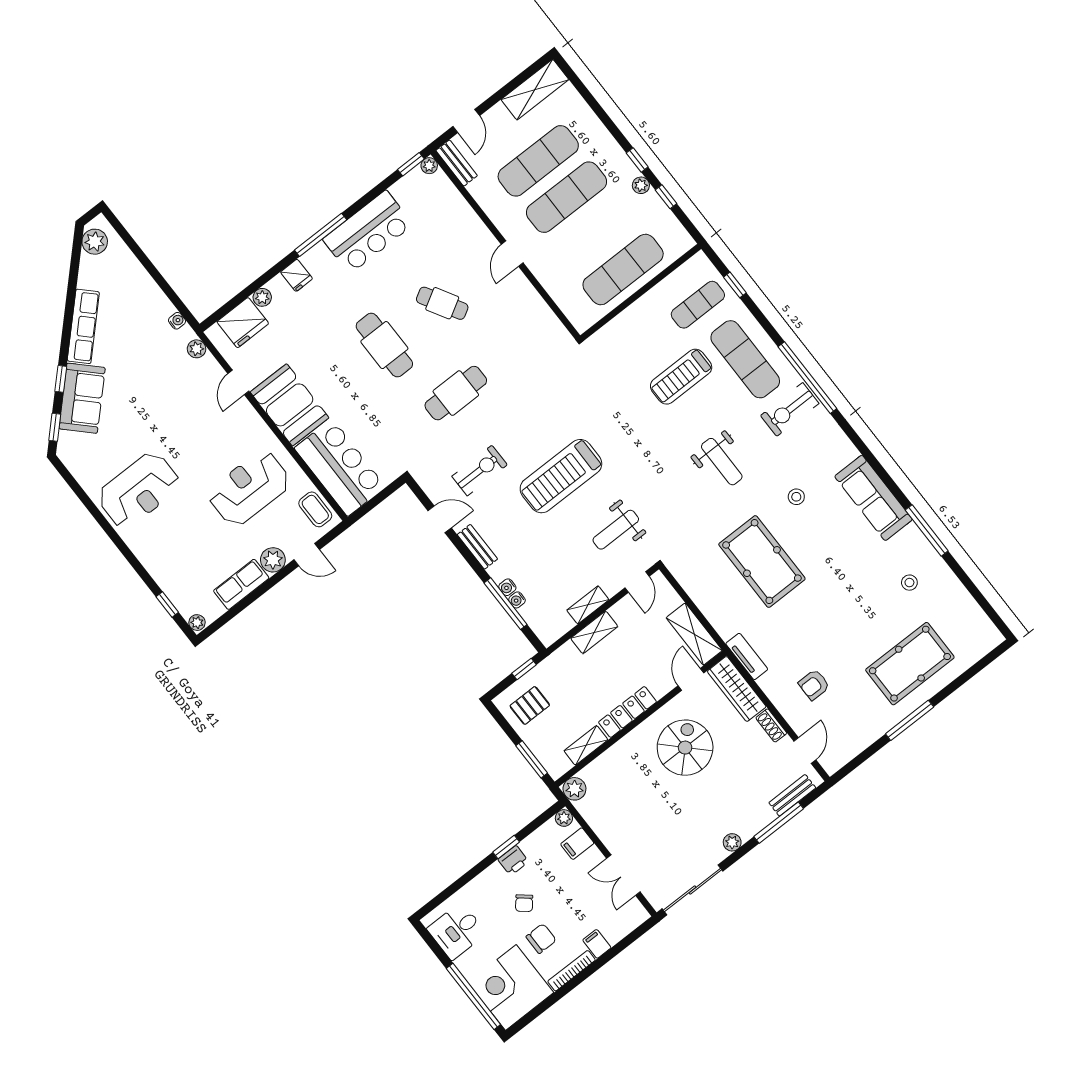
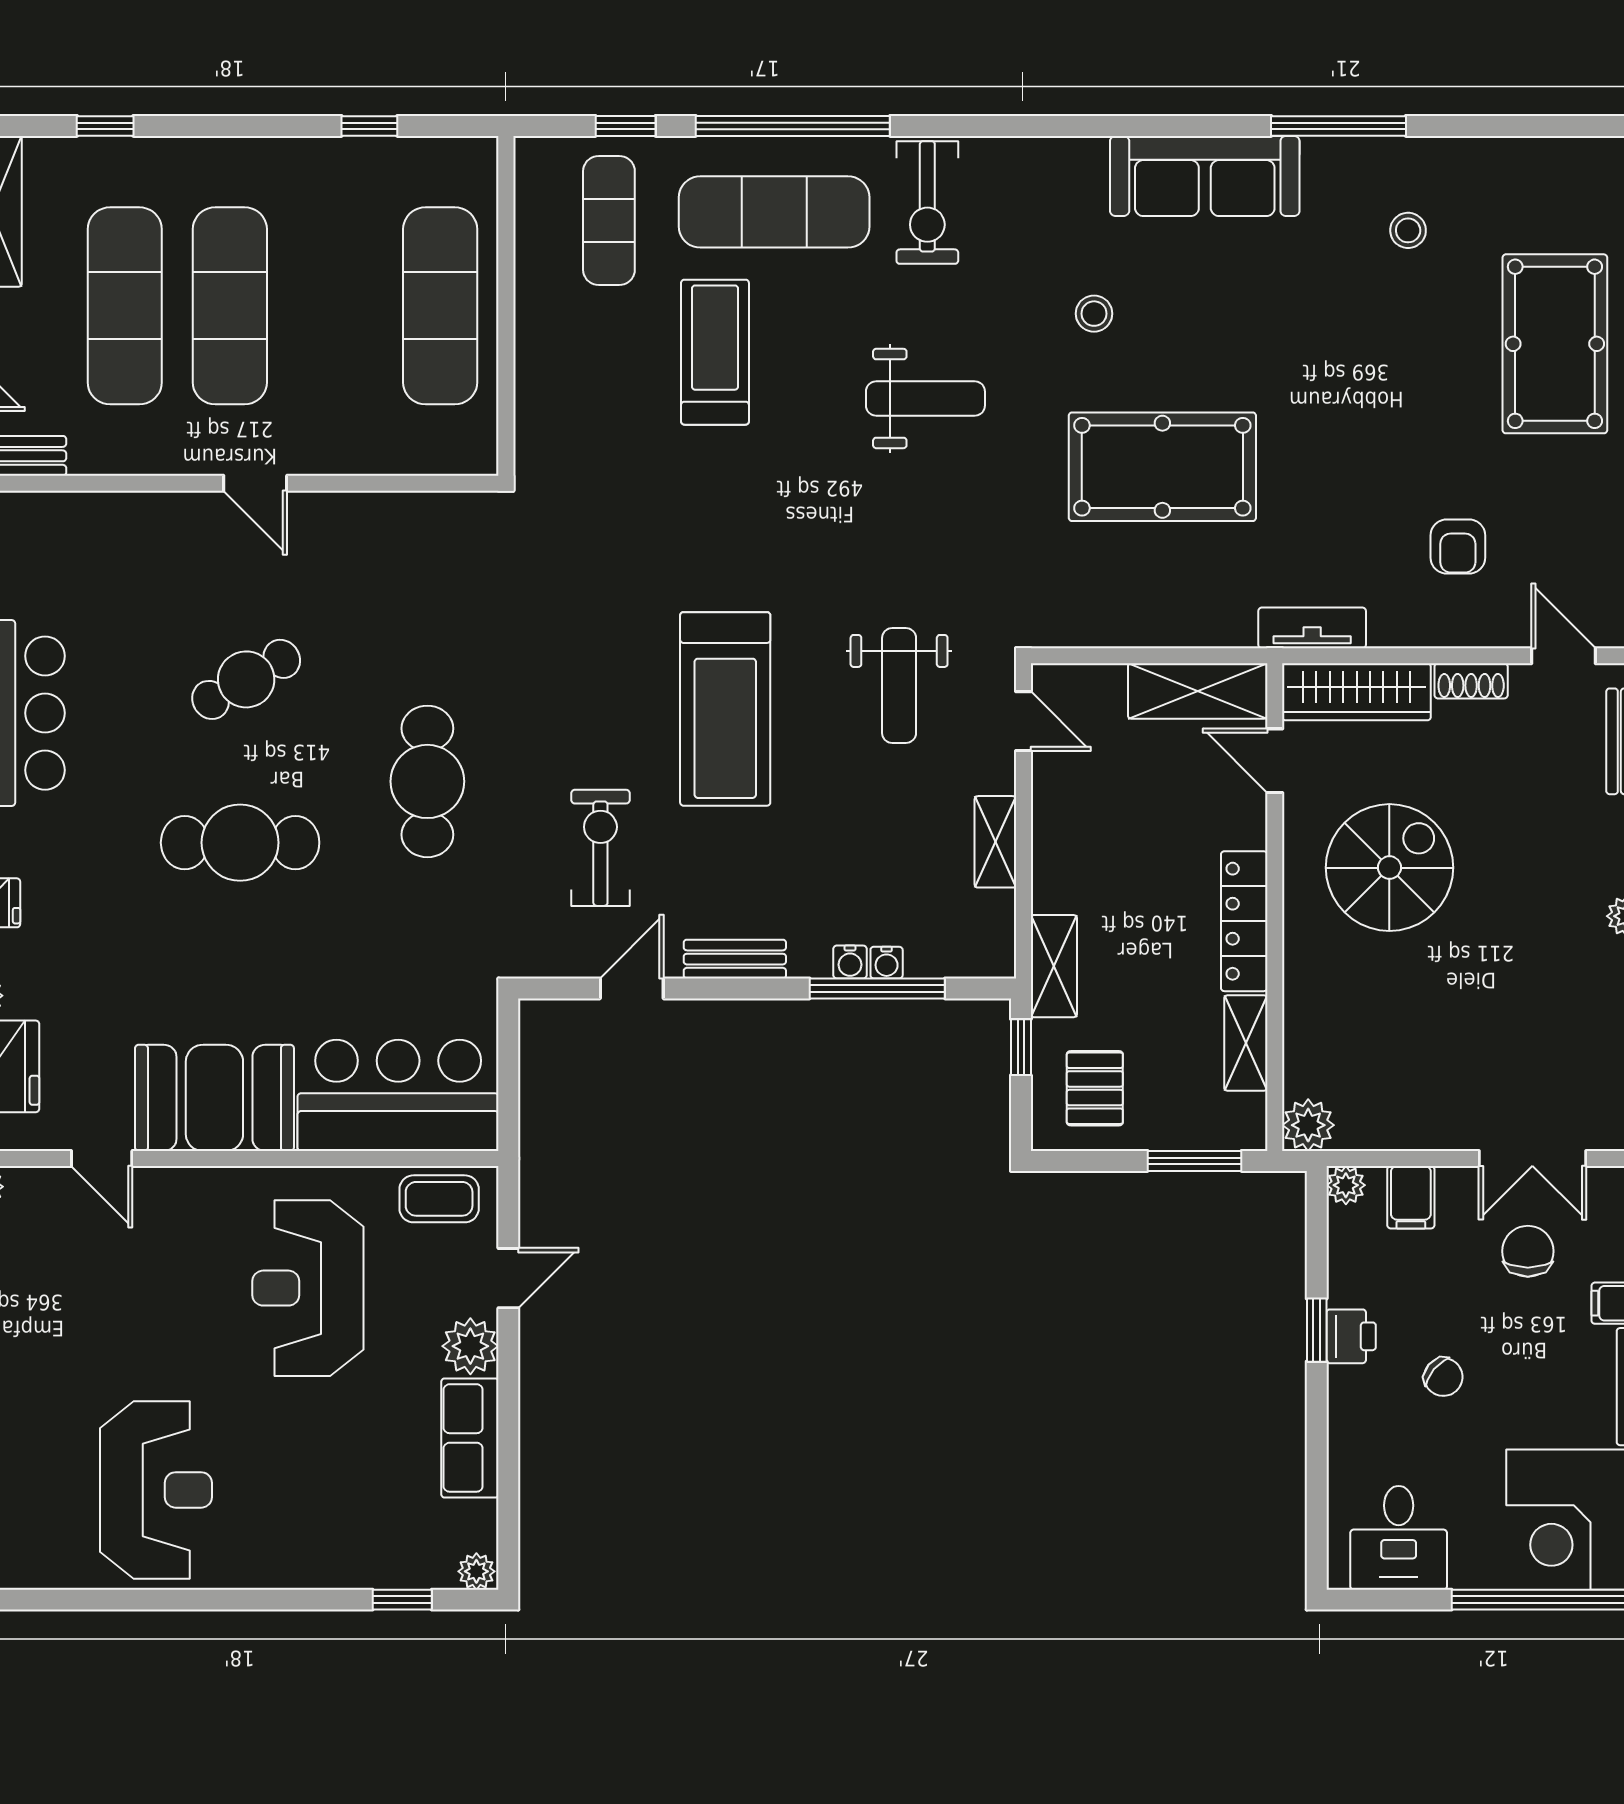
window: (637, 160) -> (105, 126), moved
plant: (641, 185) -> (313, 155), removed
treadmill: (681, 377) -> (715, 352), turned 180
window: (807, 378) -> (793, 126), moved
shelving: (594, 632) -> (1054, 966), moved
spiral stairs: (685, 748) -> (1389, 868), turned 90
chair: (541, 938) -> (1528, 1251), moved

